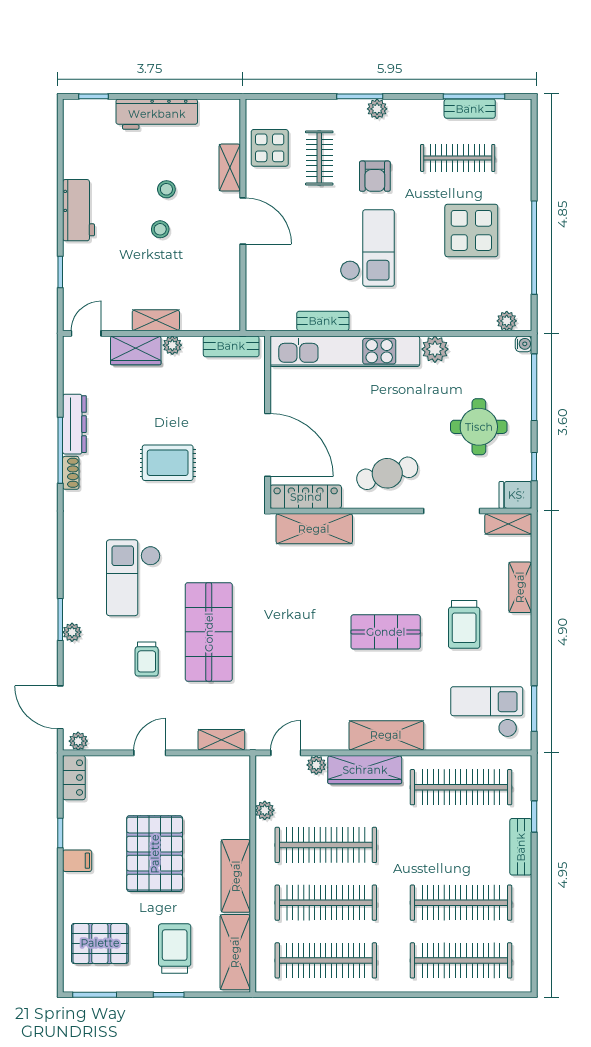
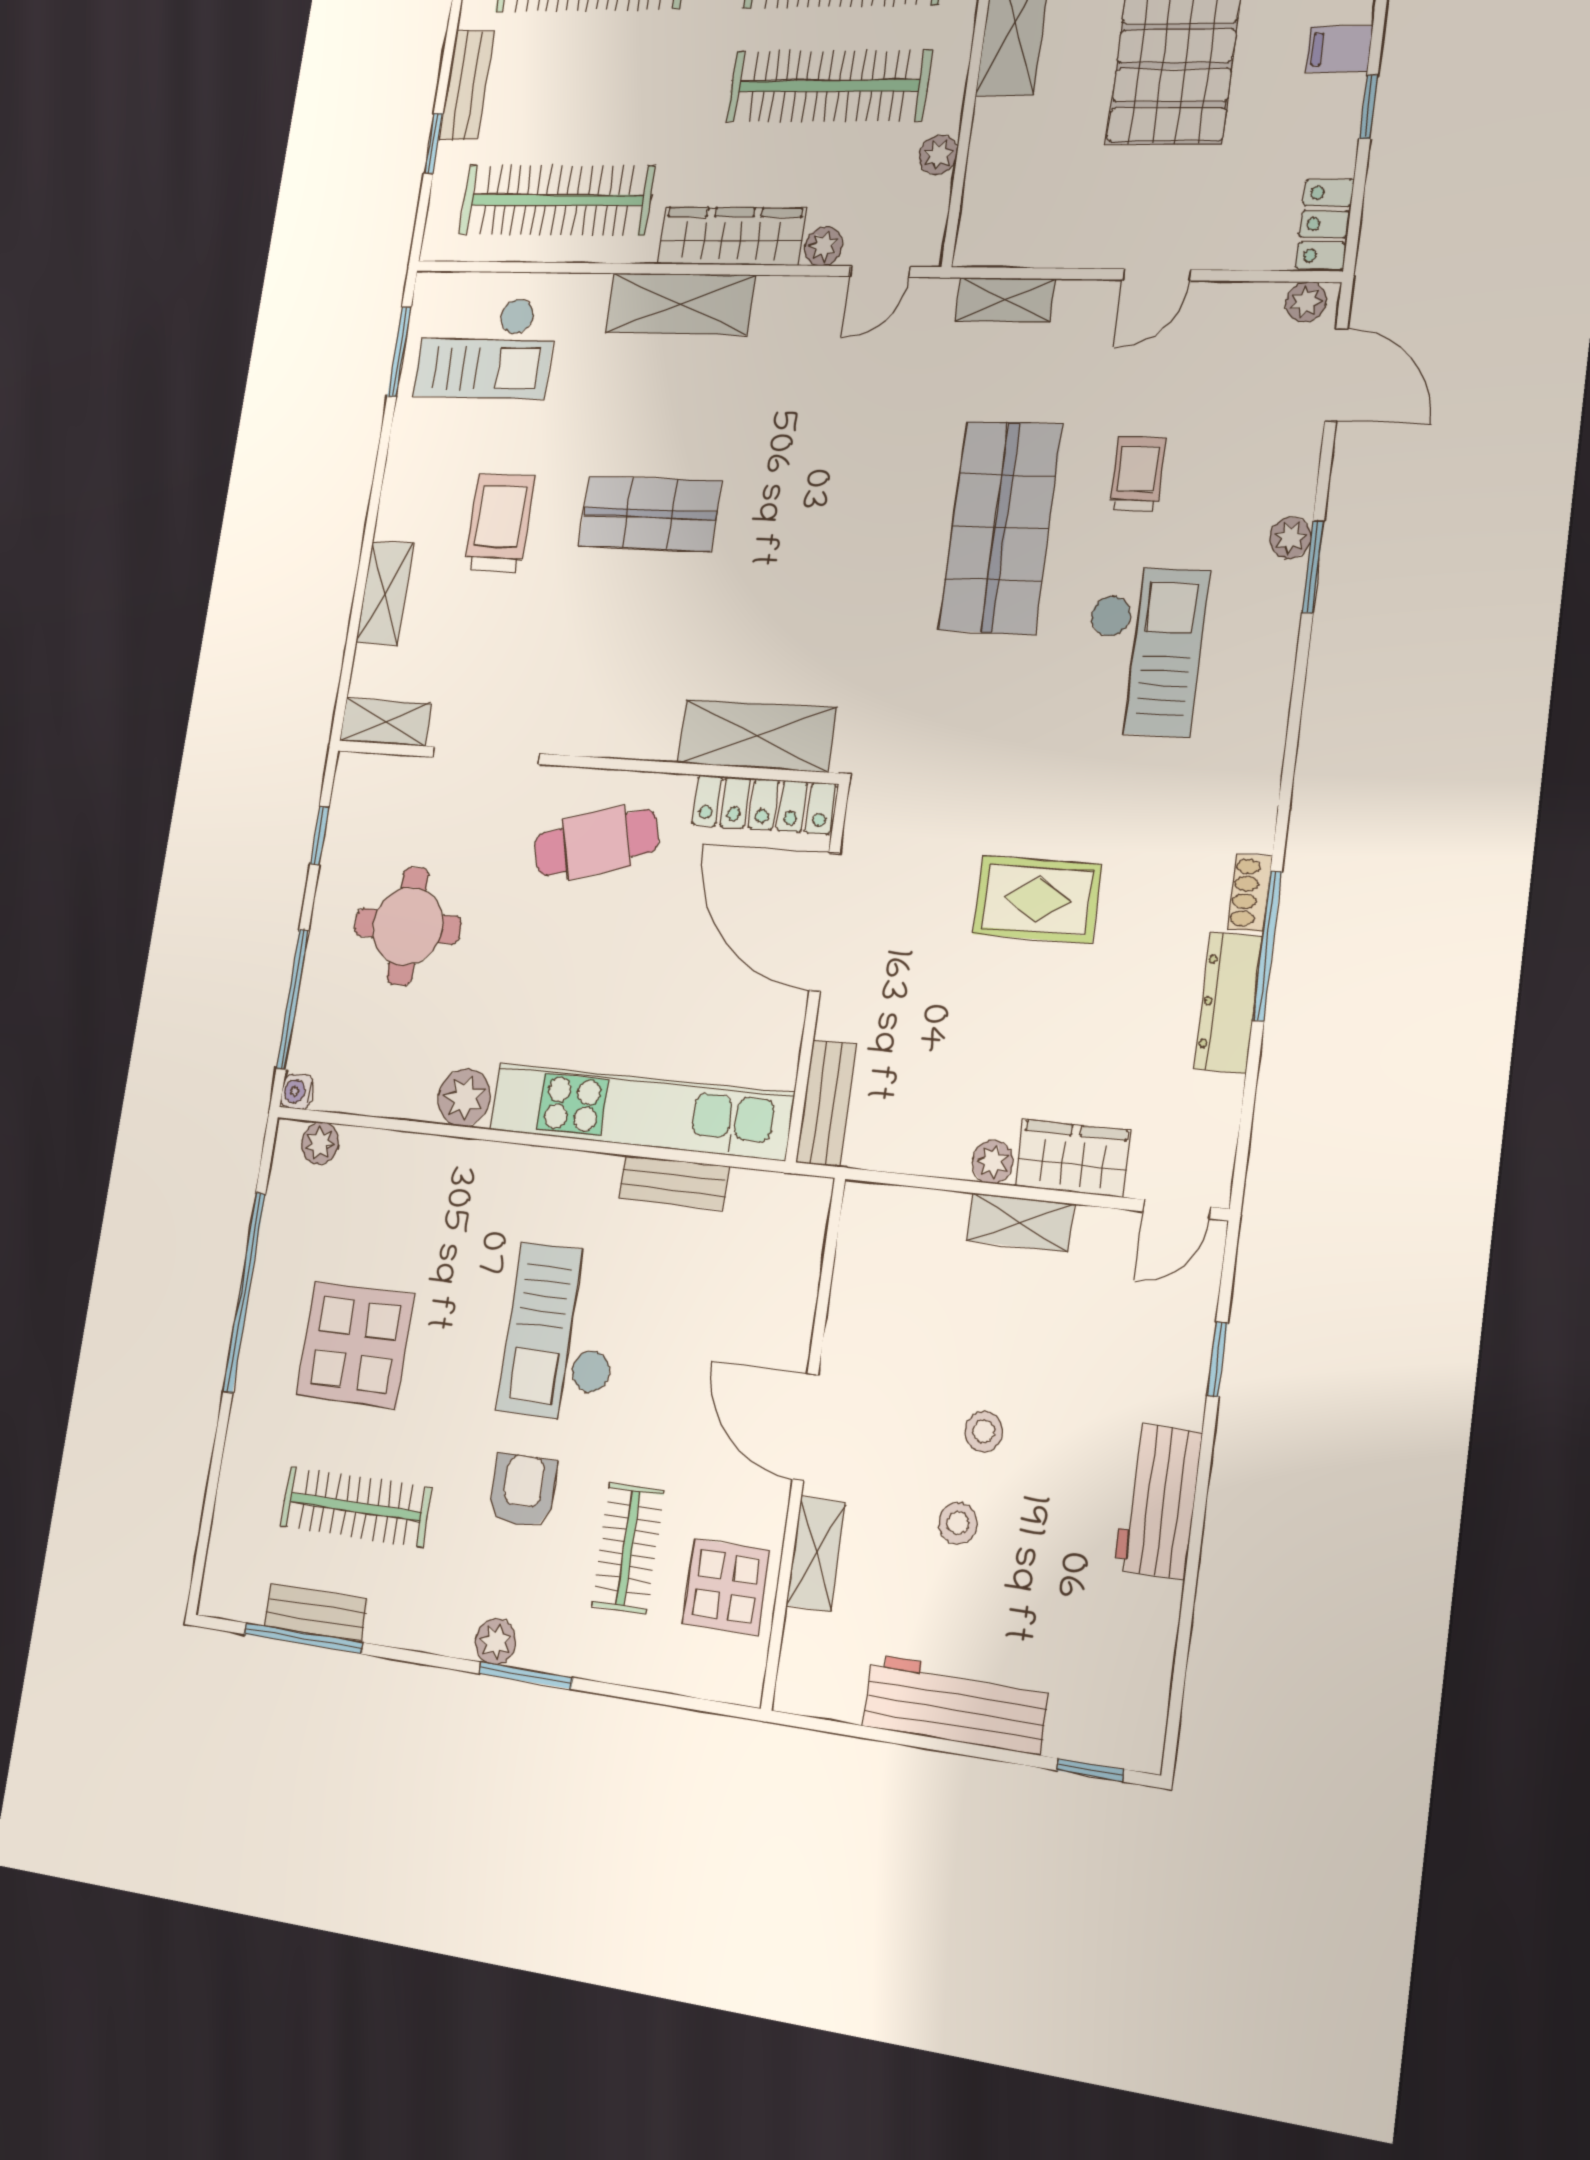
bench: (231, 346) -> (826, 1103), moved, turned 90
fridge: (515, 495) -> (363, 780), removed

